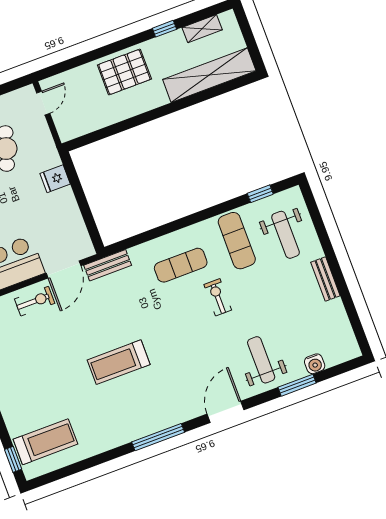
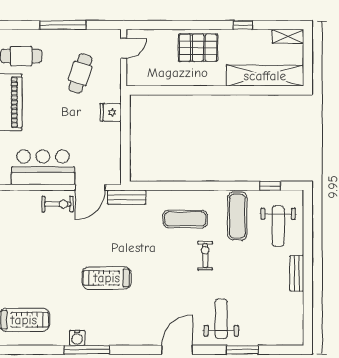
shelving: (202, 29) -> (288, 36), moved
water cooler: (315, 364) -> (77, 338), moved
window: (158, 437) -> (87, 350), moved

